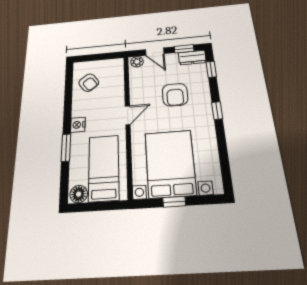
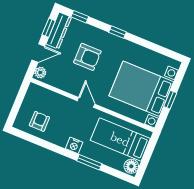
dresser: (192, 58) -> (59, 31), width x1.44
armchair: (89, 83) -> (39, 121), turned -53

